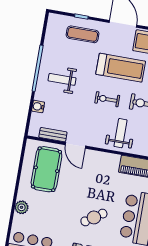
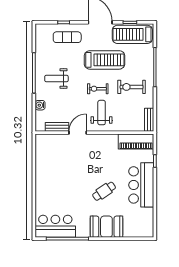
weight bench: (120, 133) -> (102, 113), moved
door: (75, 145) -> (78, 133), swing flipped
pool table: (46, 169) -> (57, 157), removed
plant: (22, 207) -> (41, 193), removed

